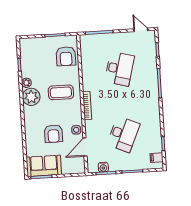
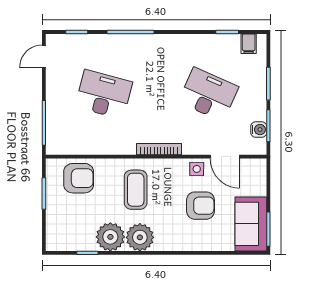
plant: (26, 83) -> (110, 237), width x1.87, depth x1.87

